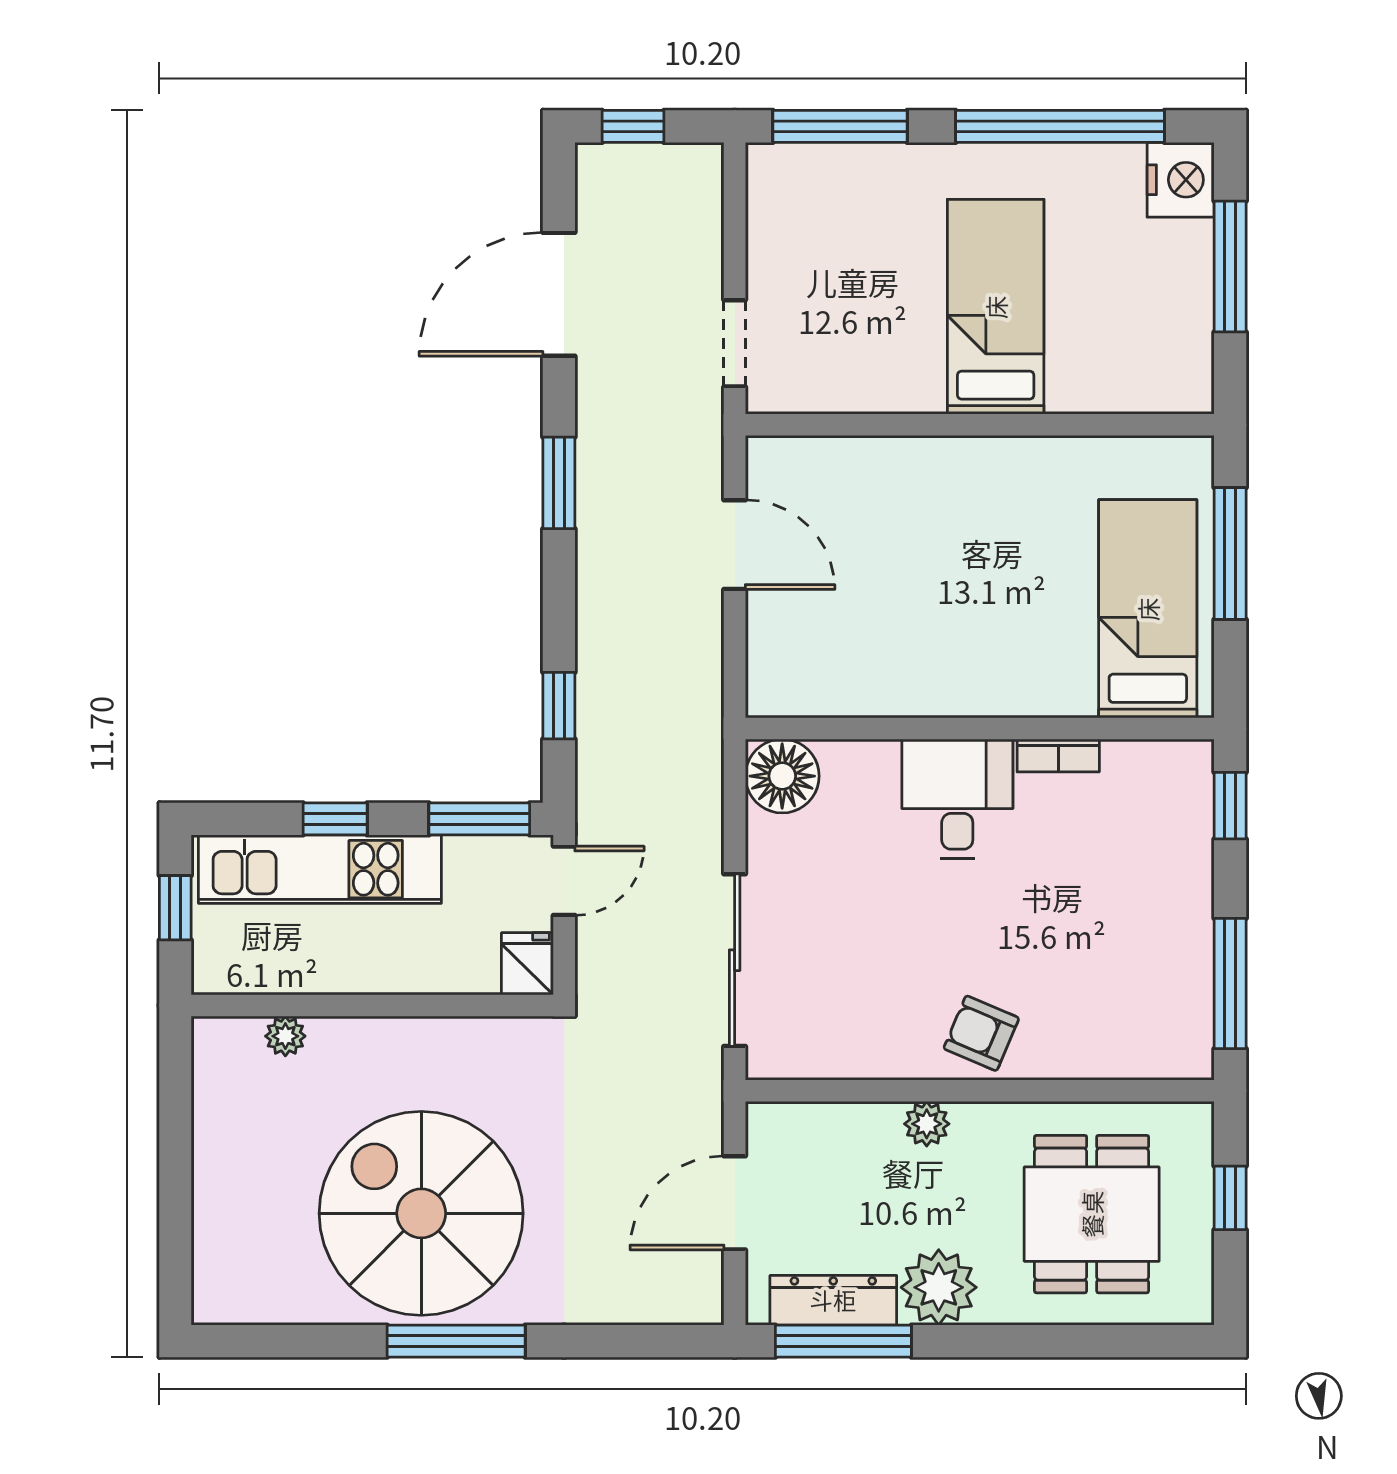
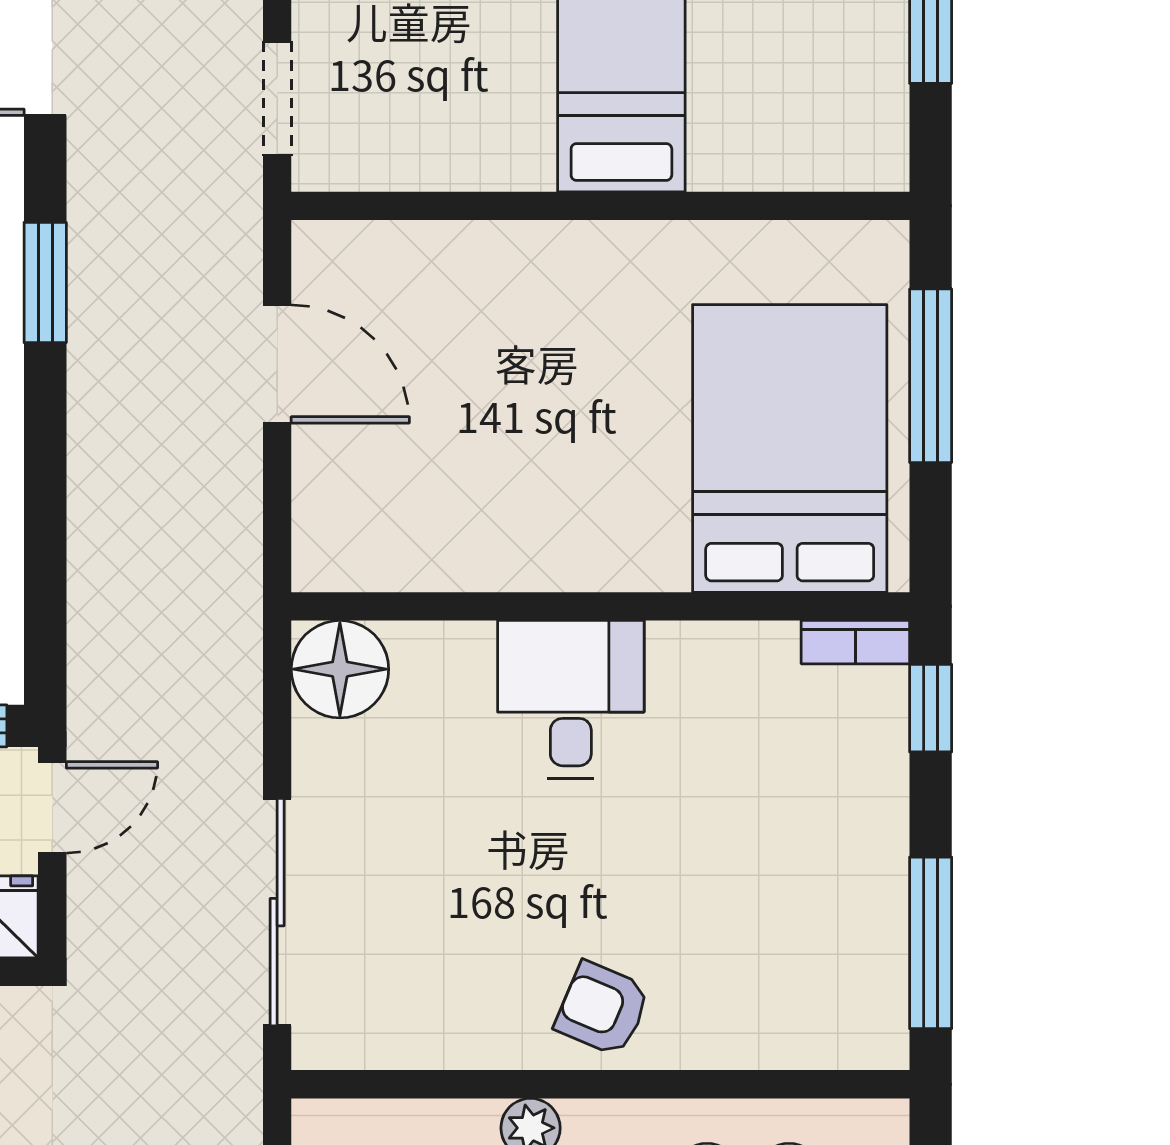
bed: (1148, 609) -> (790, 448), width x1.50
window: (559, 706) -> (45, 576), removed
bookcase: (1058, 756) -> (855, 642), moved

